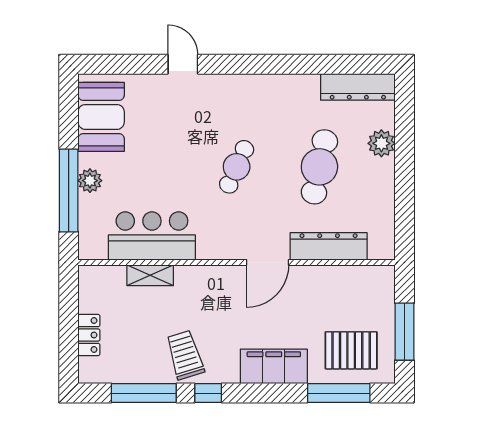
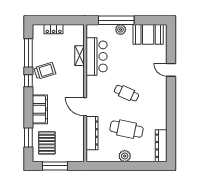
door: (183, 64) -> (171, 70), swing flipped
plant: (381, 143) -> (125, 156), moved
window: (339, 393) -> (28, 137), width x0.69

